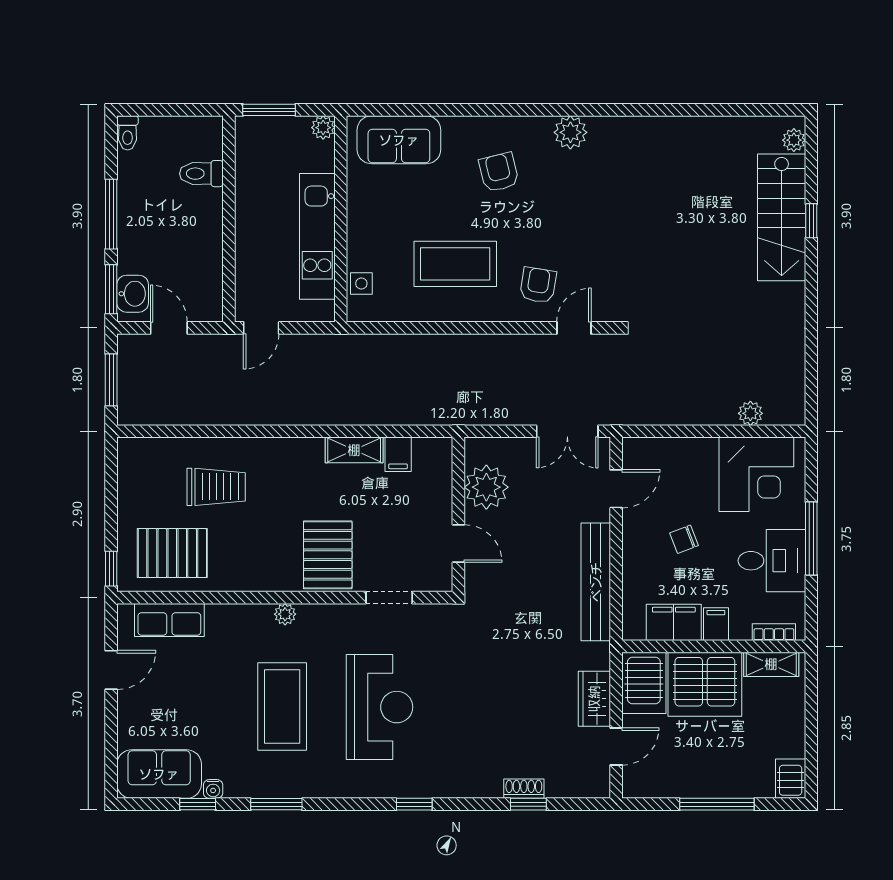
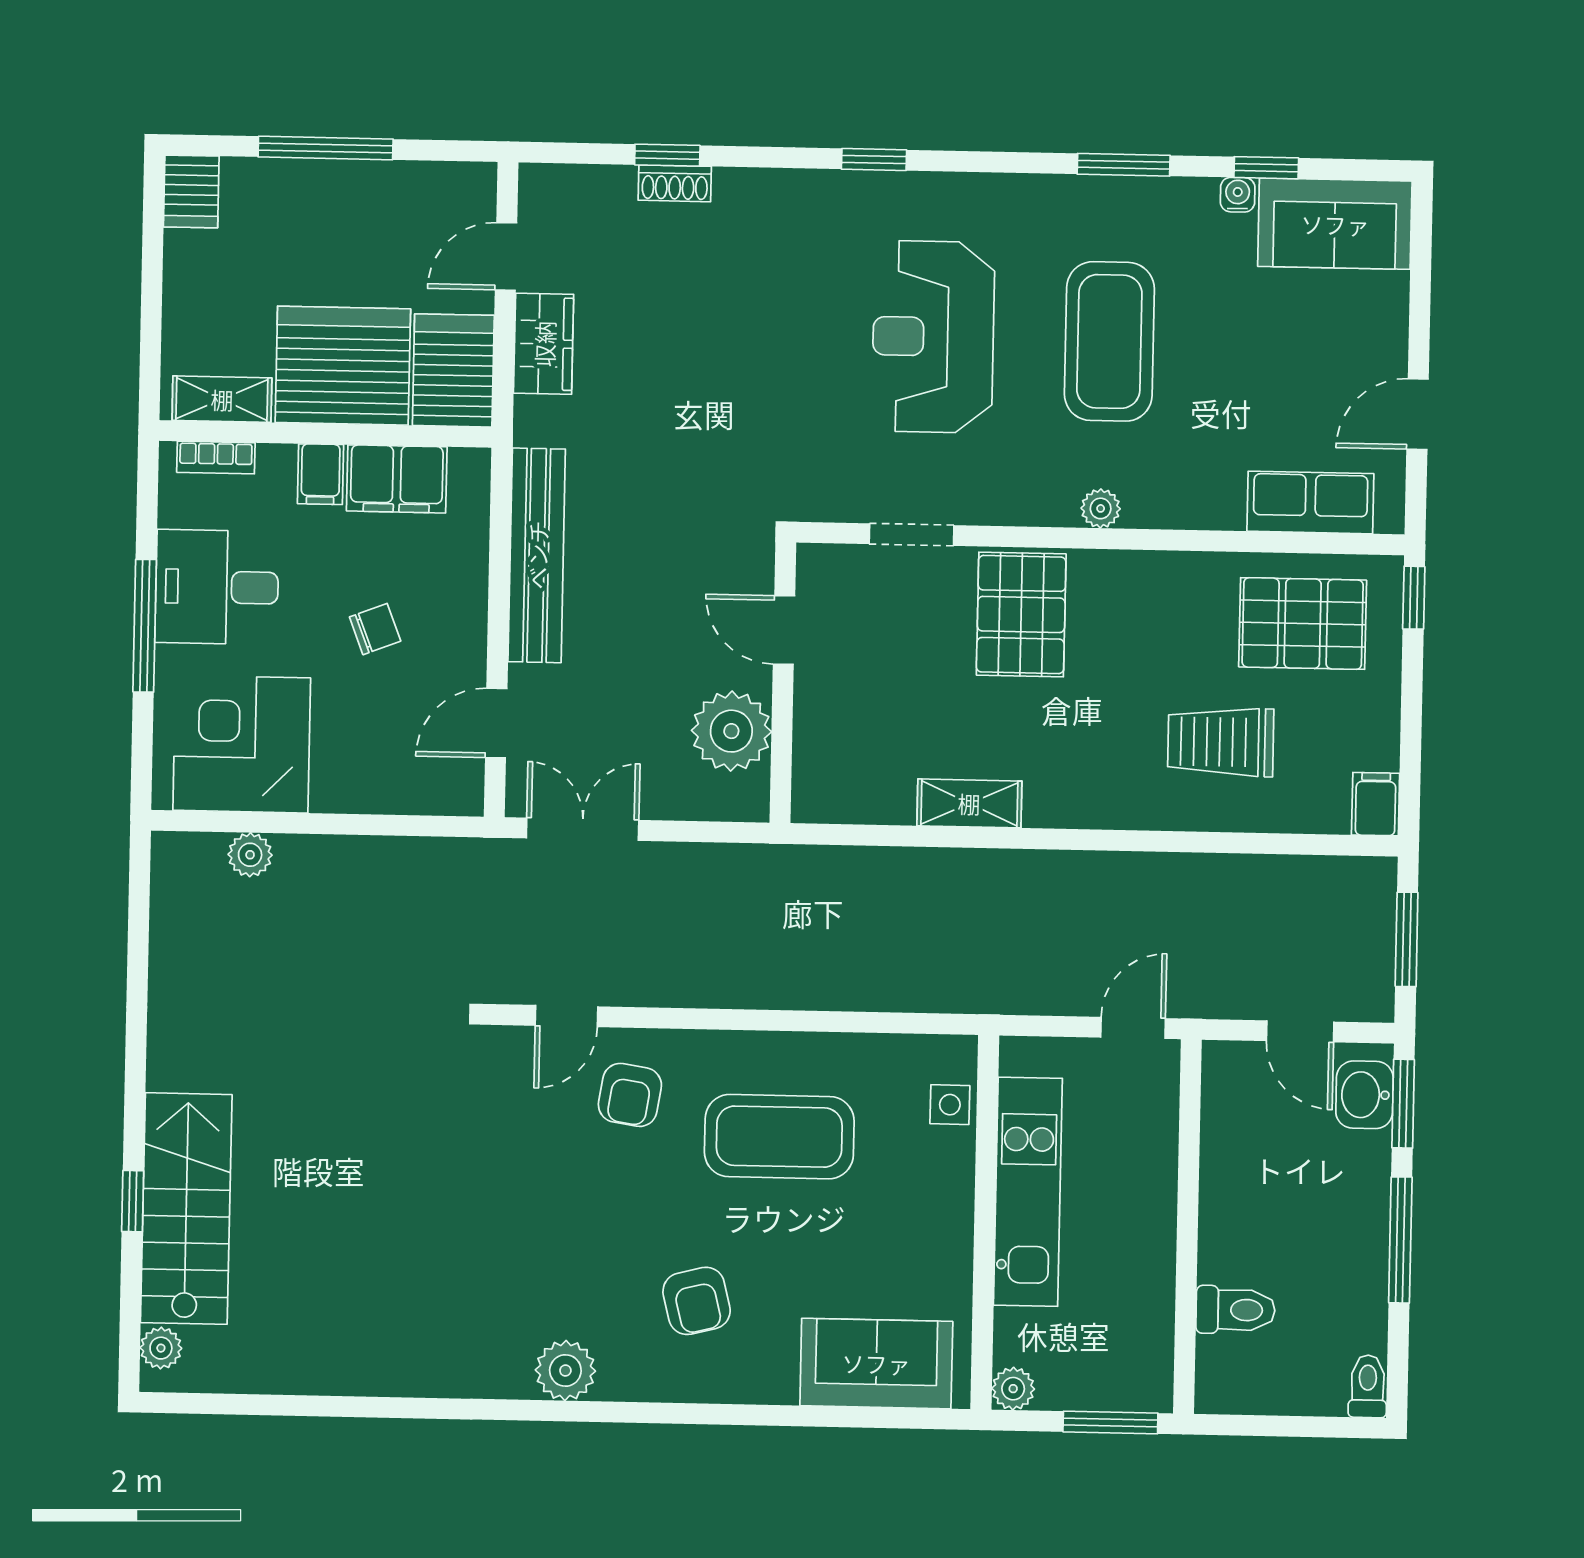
filing cabinet: (398, 454) -> (1376, 804), moved

